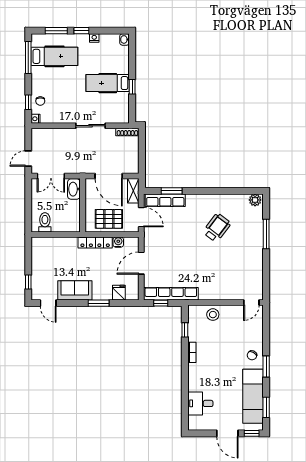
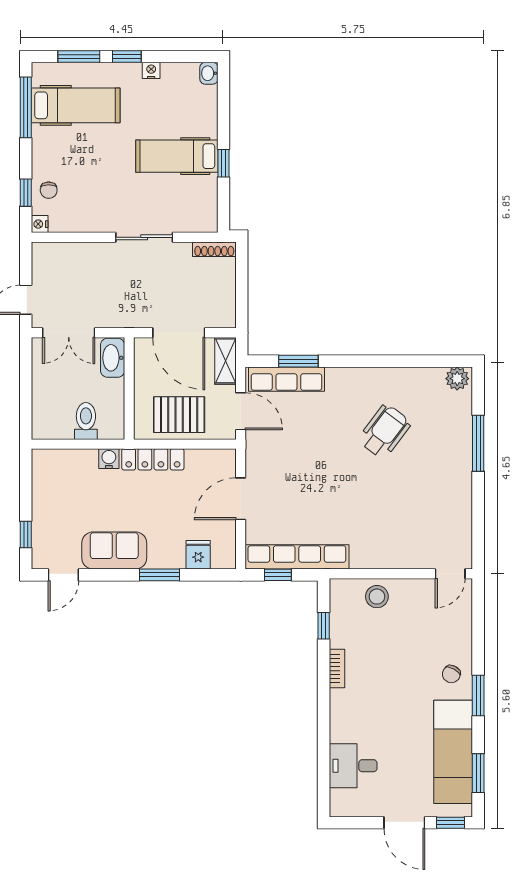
toilet: (45, 222) -> (86, 421), moved
water cooler: (118, 242) -> (109, 459), moved
door: (48, 303) -> (63, 575), hinge flipped

